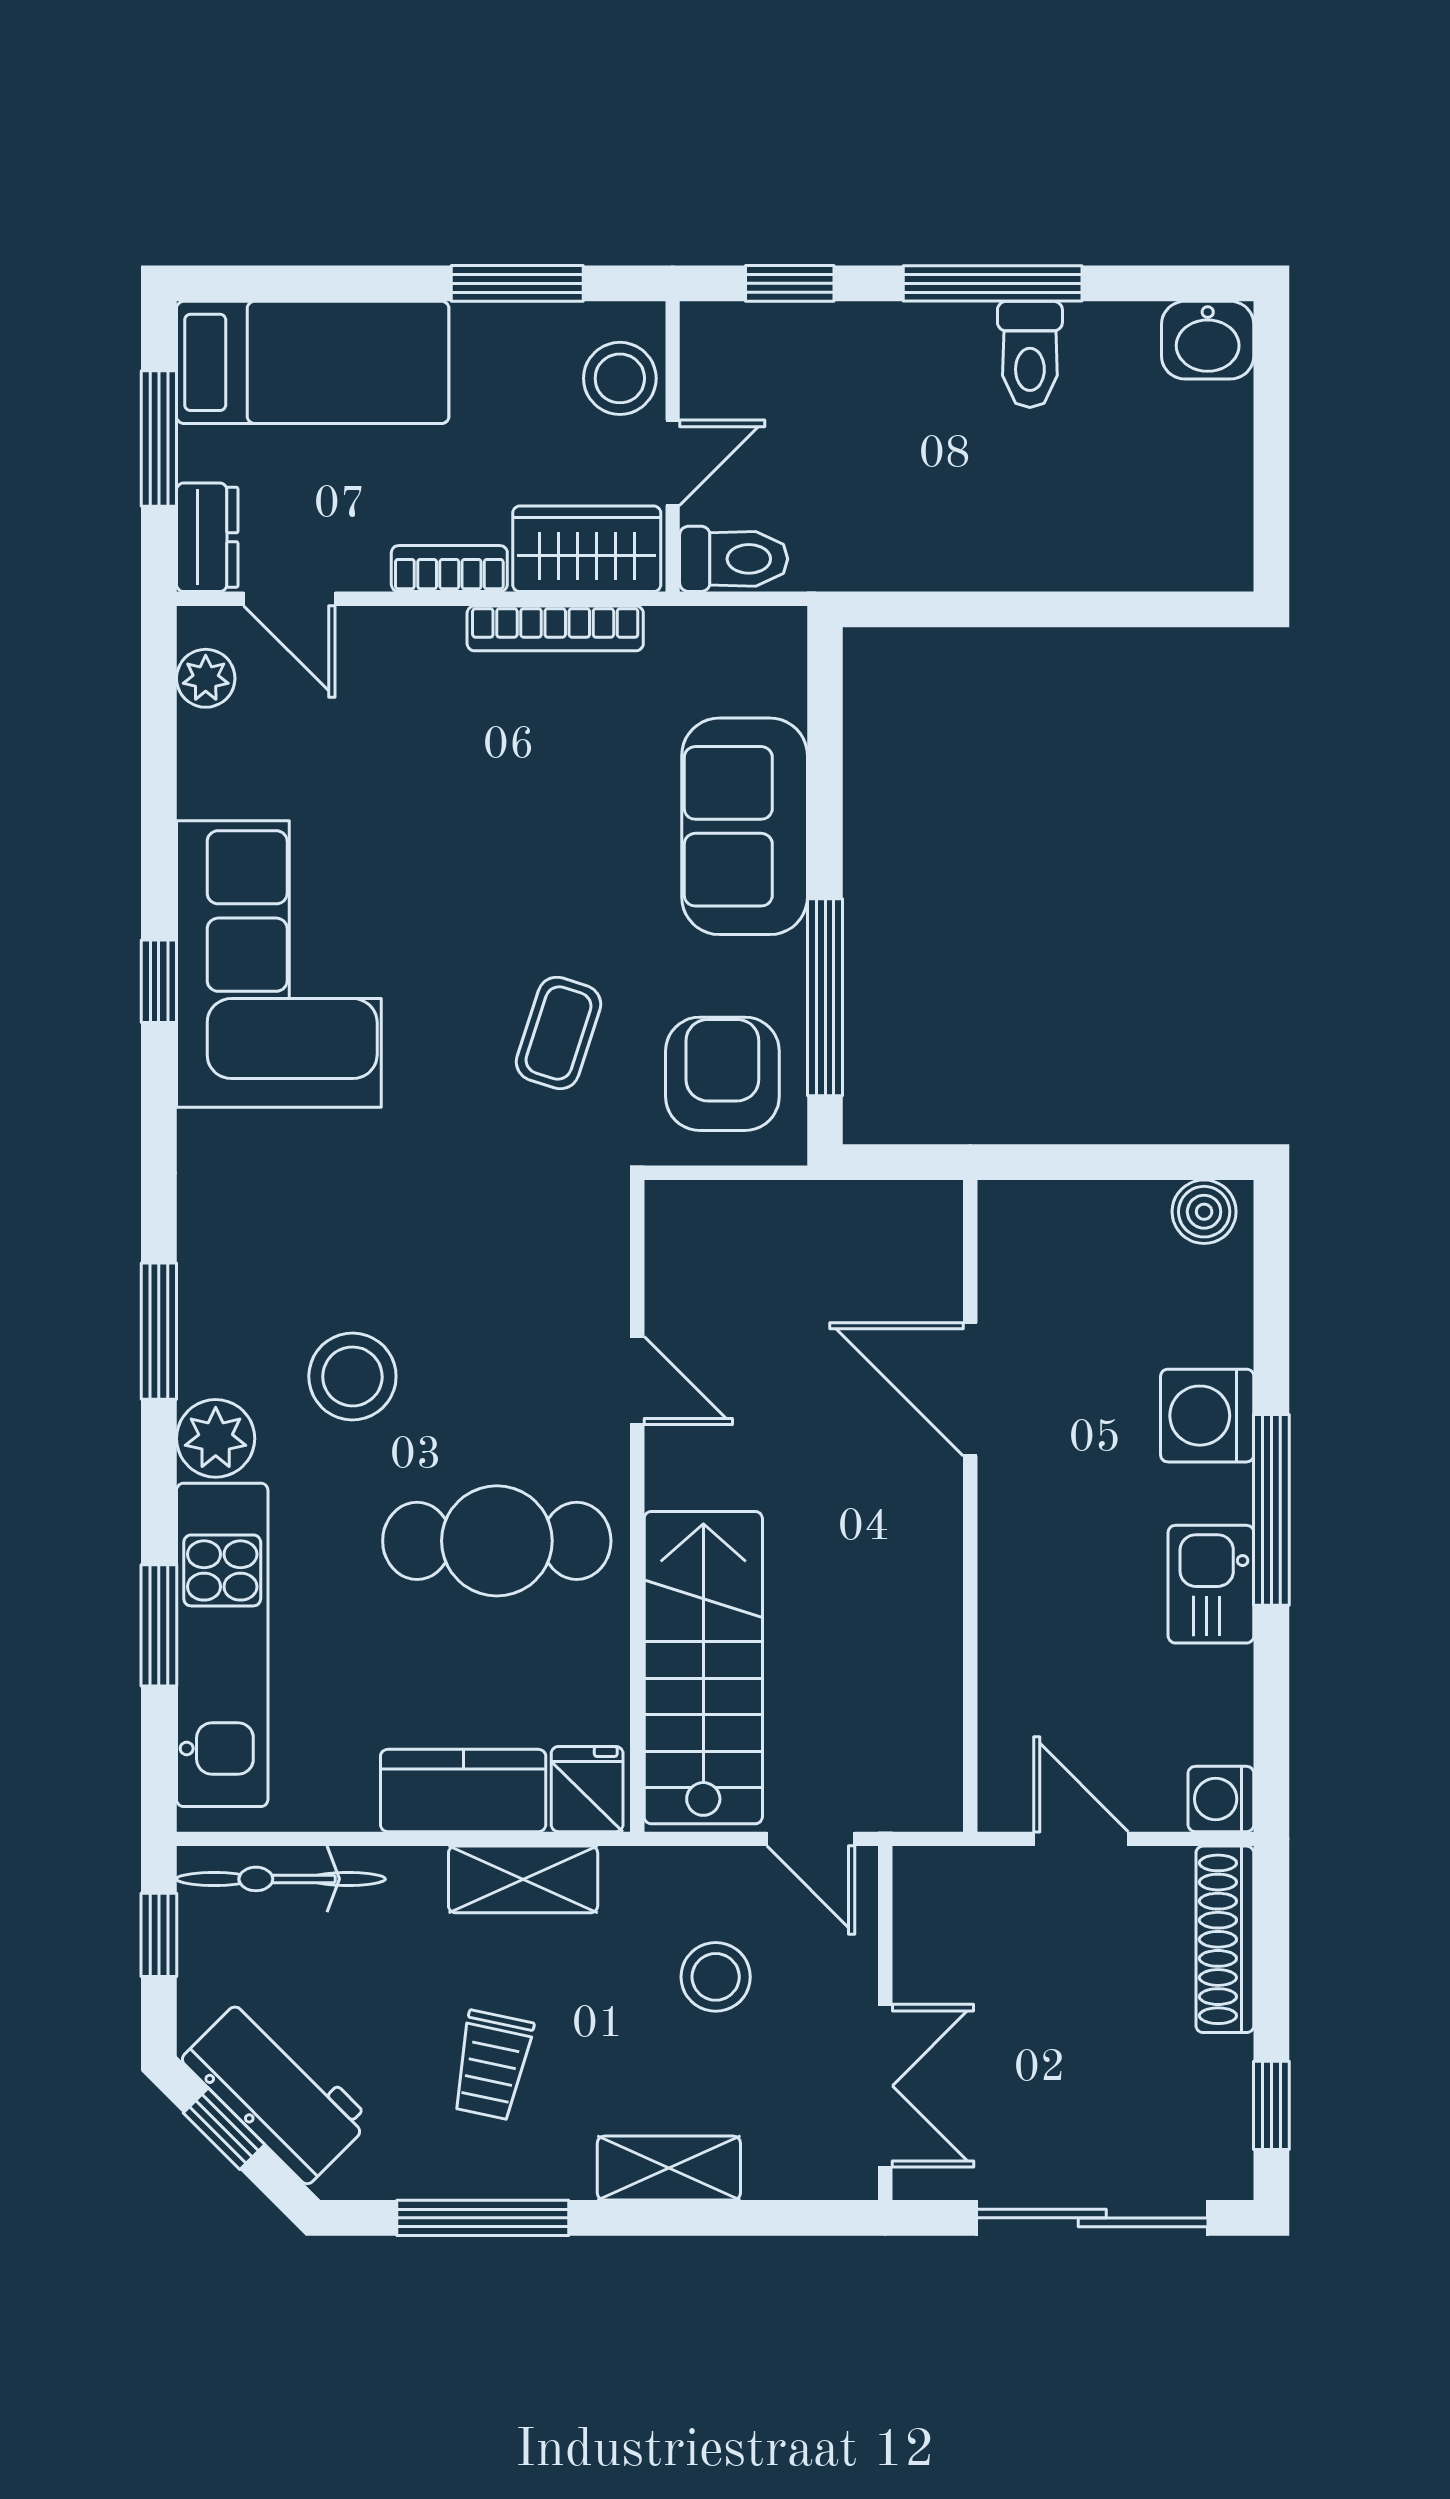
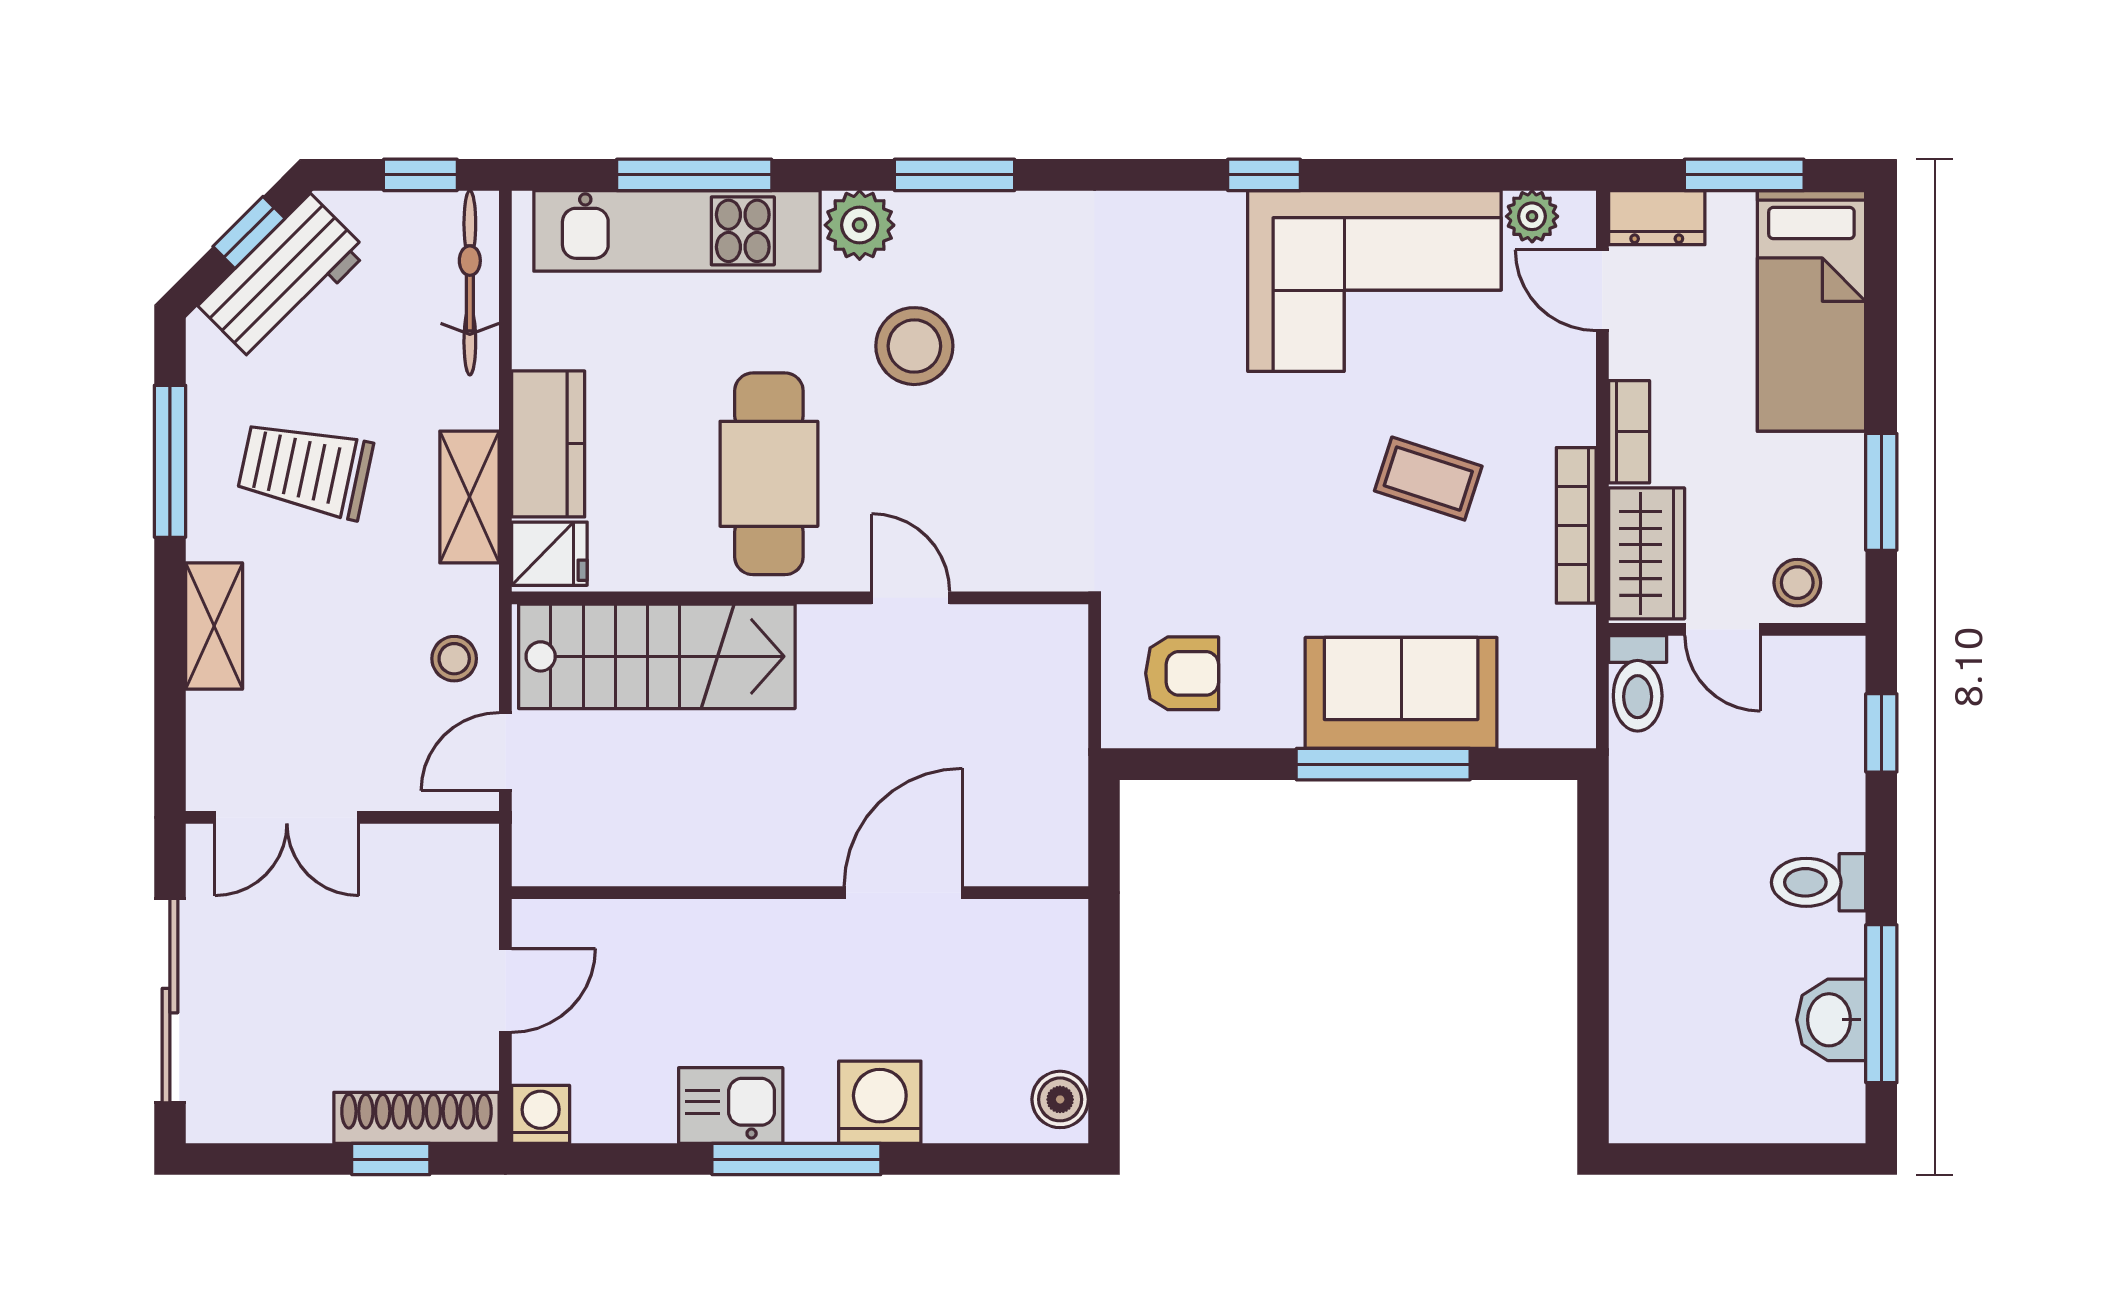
window: (993, 283) -> (1881, 1004), moved
washbasin: (1208, 340) -> (1831, 1020), moved
toilet: (1030, 354) -> (1818, 882), moved
stool: (620, 378) -> (1797, 583), width x0.73, depth x0.73
door: (289, 599) -> (1602, 290), hinge flipped
corner sofa: (279, 964) -> (1374, 281), moved
window: (825, 997) -> (1383, 764), moved
coffee table: (559, 1033) -> (1428, 479), moved
armchair: (722, 1074) -> (1182, 673), width x0.72, depth x0.72
door: (637, 1381) -> (911, 598), swing flipped
window: (159, 1625) -> (694, 175), width x1.44
stool: (716, 1977) -> (454, 659), moved, width x0.73, depth x0.73
trolley: (492, 2065) -> (305, 469), width x1.36, depth x1.39
window: (1271, 2105) -> (391, 1159), moved

